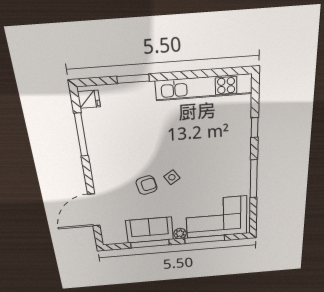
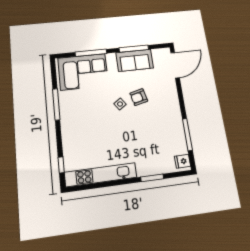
window: (255, 128) -> (61, 165), moved
door: (94, 210) -> (175, 65), moved
plant: (180, 234) -> (111, 58), removed

